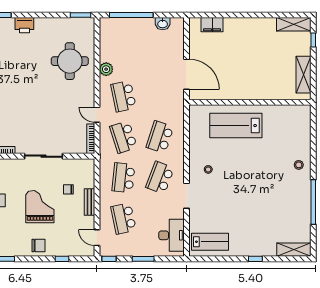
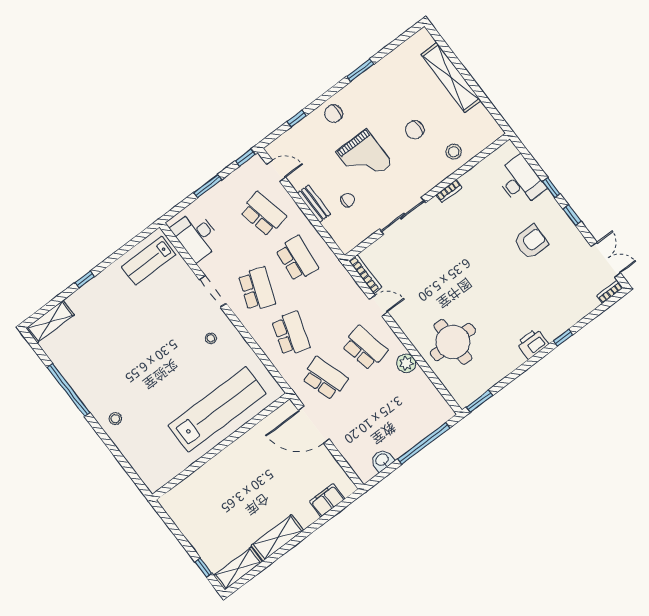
shelving: (303, 75) -> (277, 538), moved, turned 90
lab bench: (236, 126) -> (217, 409), width x1.36
school desk: (123, 137) -> (325, 378), moved

